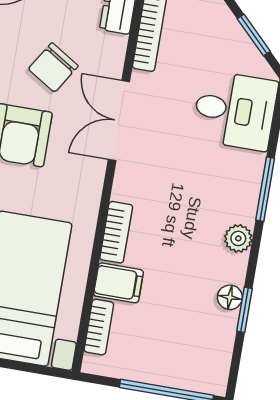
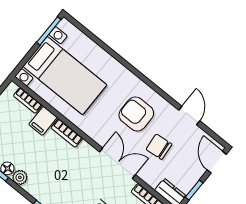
chair: (53, 67) -> (159, 147), turned -38
plant: (238, 238) -> (20, 177), moved

